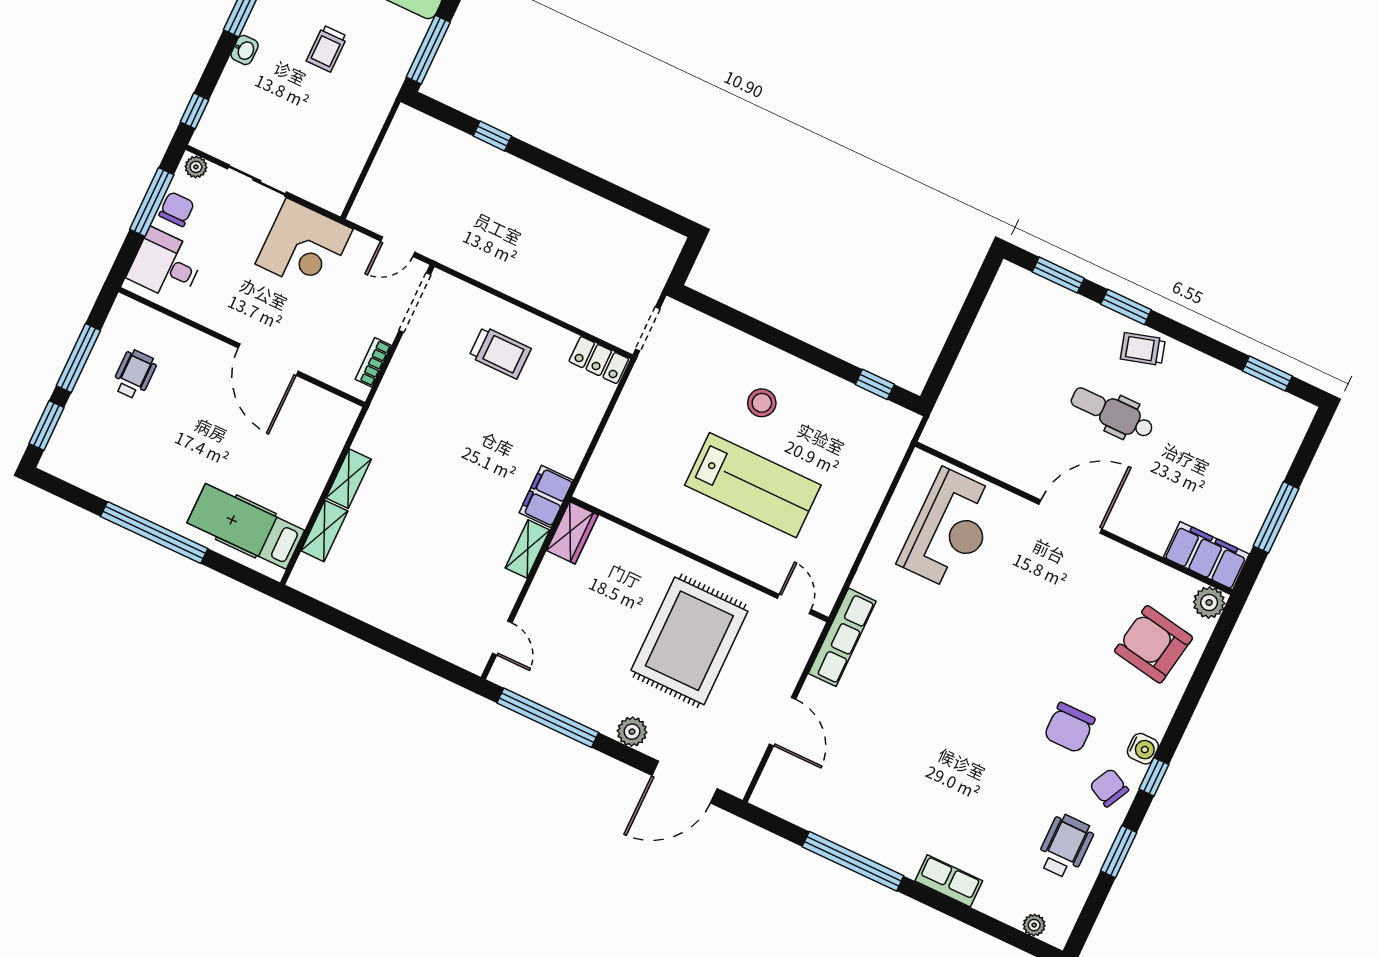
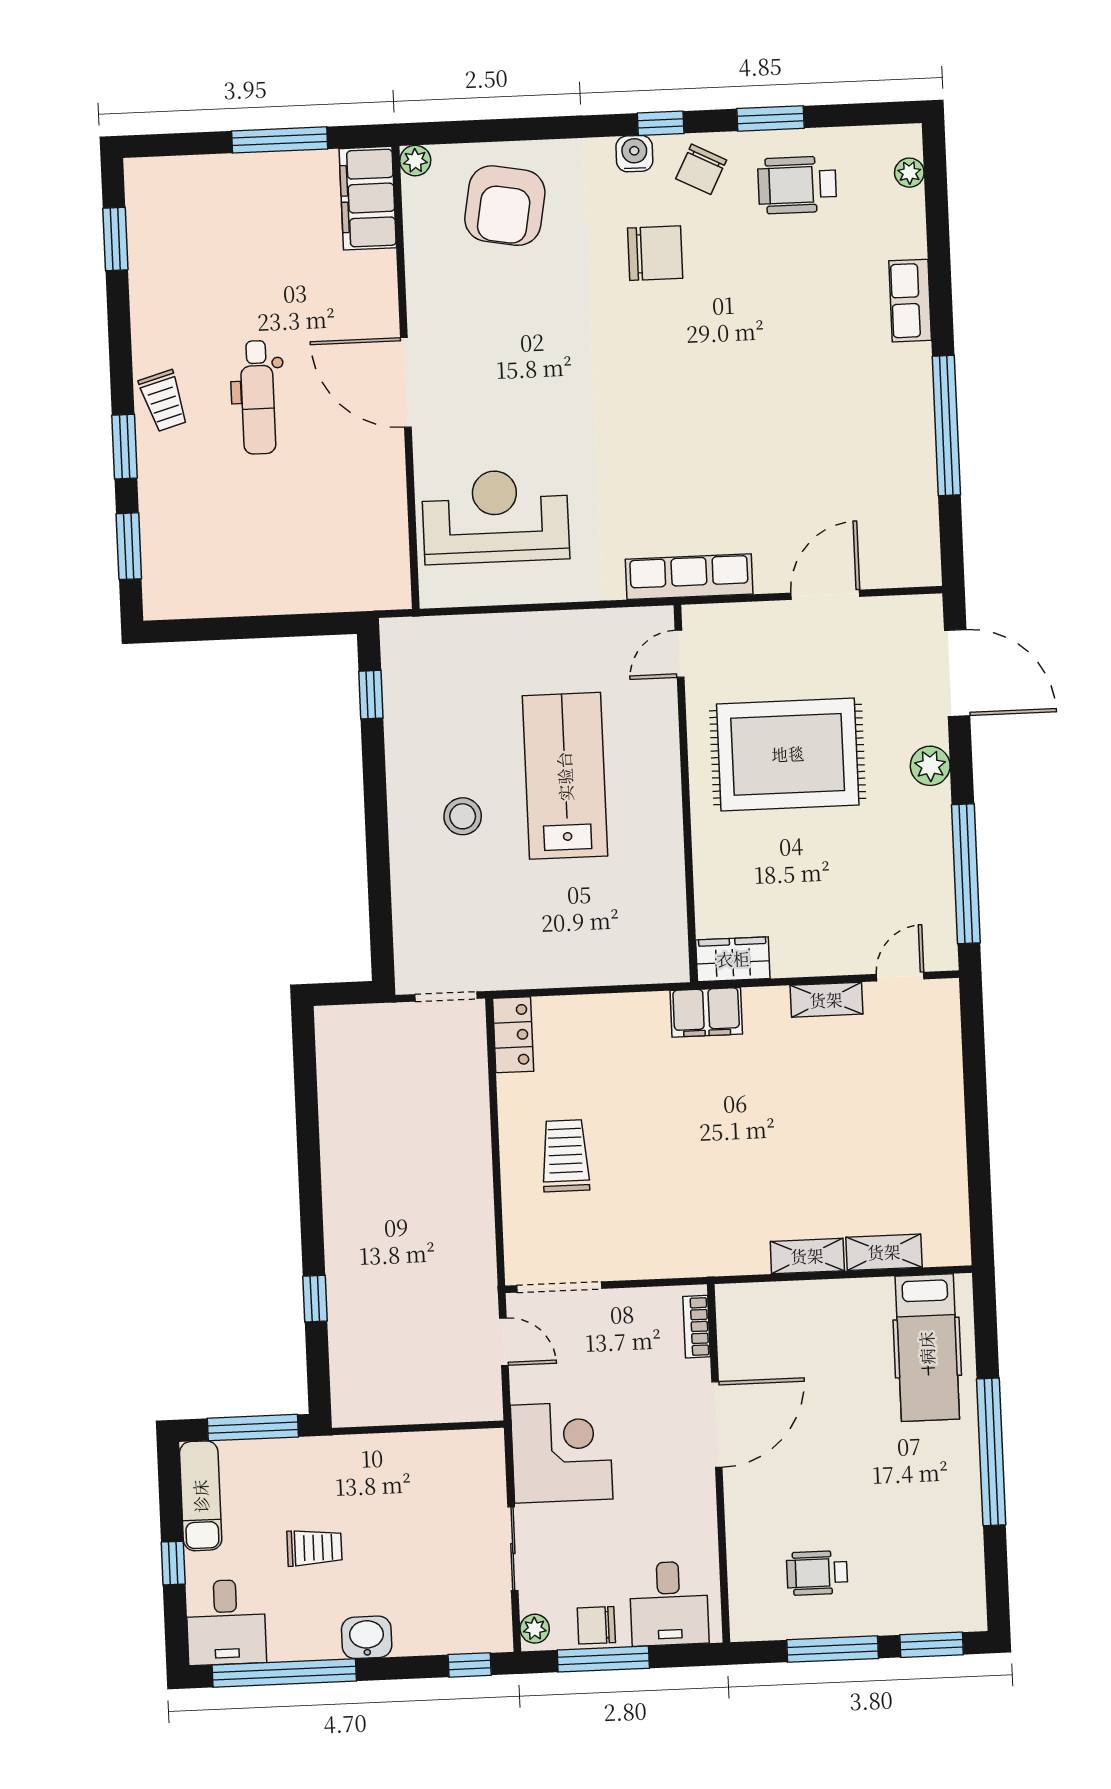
washbasin: (245, 50) -> (367, 1637), width x1.38, depth x1.45
bookcase: (373, 362) -> (697, 1327), moved, turned 90
shelving: (528, 549) -> (826, 1000), moved
plant: (1209, 603) -> (415, 161), width x0.73, depth x0.73

